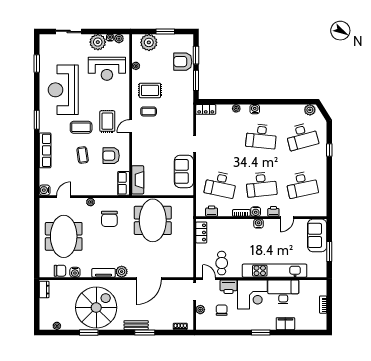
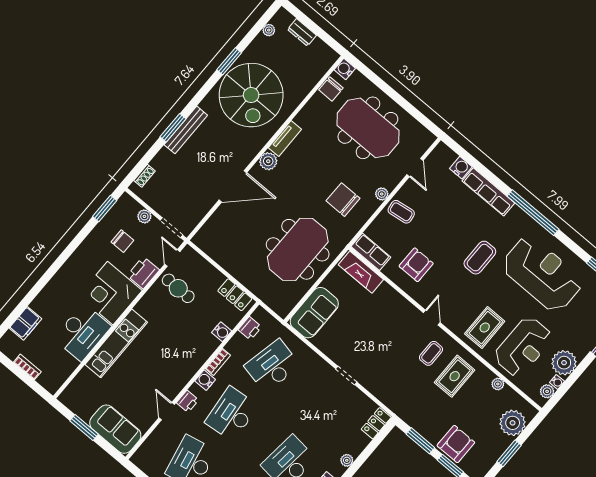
reception desk: (107, 69) -> (523, 347), turned 180
window: (37, 120) -> (533, 213), width x2.11
rug: (107, 121) -> (485, 328), moved, turned 90
coffee table: (83, 155) -> (401, 212), moved
sofa: (184, 171) -> (314, 313), moved, turned 90
water cooler: (45, 190) -> (461, 168), moved
meeting table: (153, 220) -> (298, 249), turned 90
water cooler: (259, 224) -> (222, 332), moved
kitchen unit: (275, 271) -> (116, 343), width x0.73
water cooler: (75, 272) -> (345, 69), moved
door: (149, 279) -> (233, 186), swing flipped
door: (209, 279) -> (172, 258), swing flipped
dresser: (44, 290) -> (302, 32), moved
filing cabinet: (285, 324) -> (25, 323), moved
bench: (136, 325) -> (186, 130), width x1.36
window: (261, 332) -> (105, 209), moved

